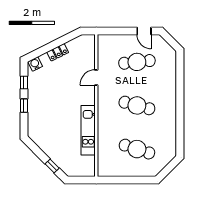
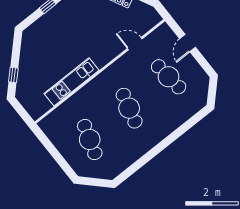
door: (144, 31) -> (188, 43), moved
door: (96, 77) -> (135, 44), moved

